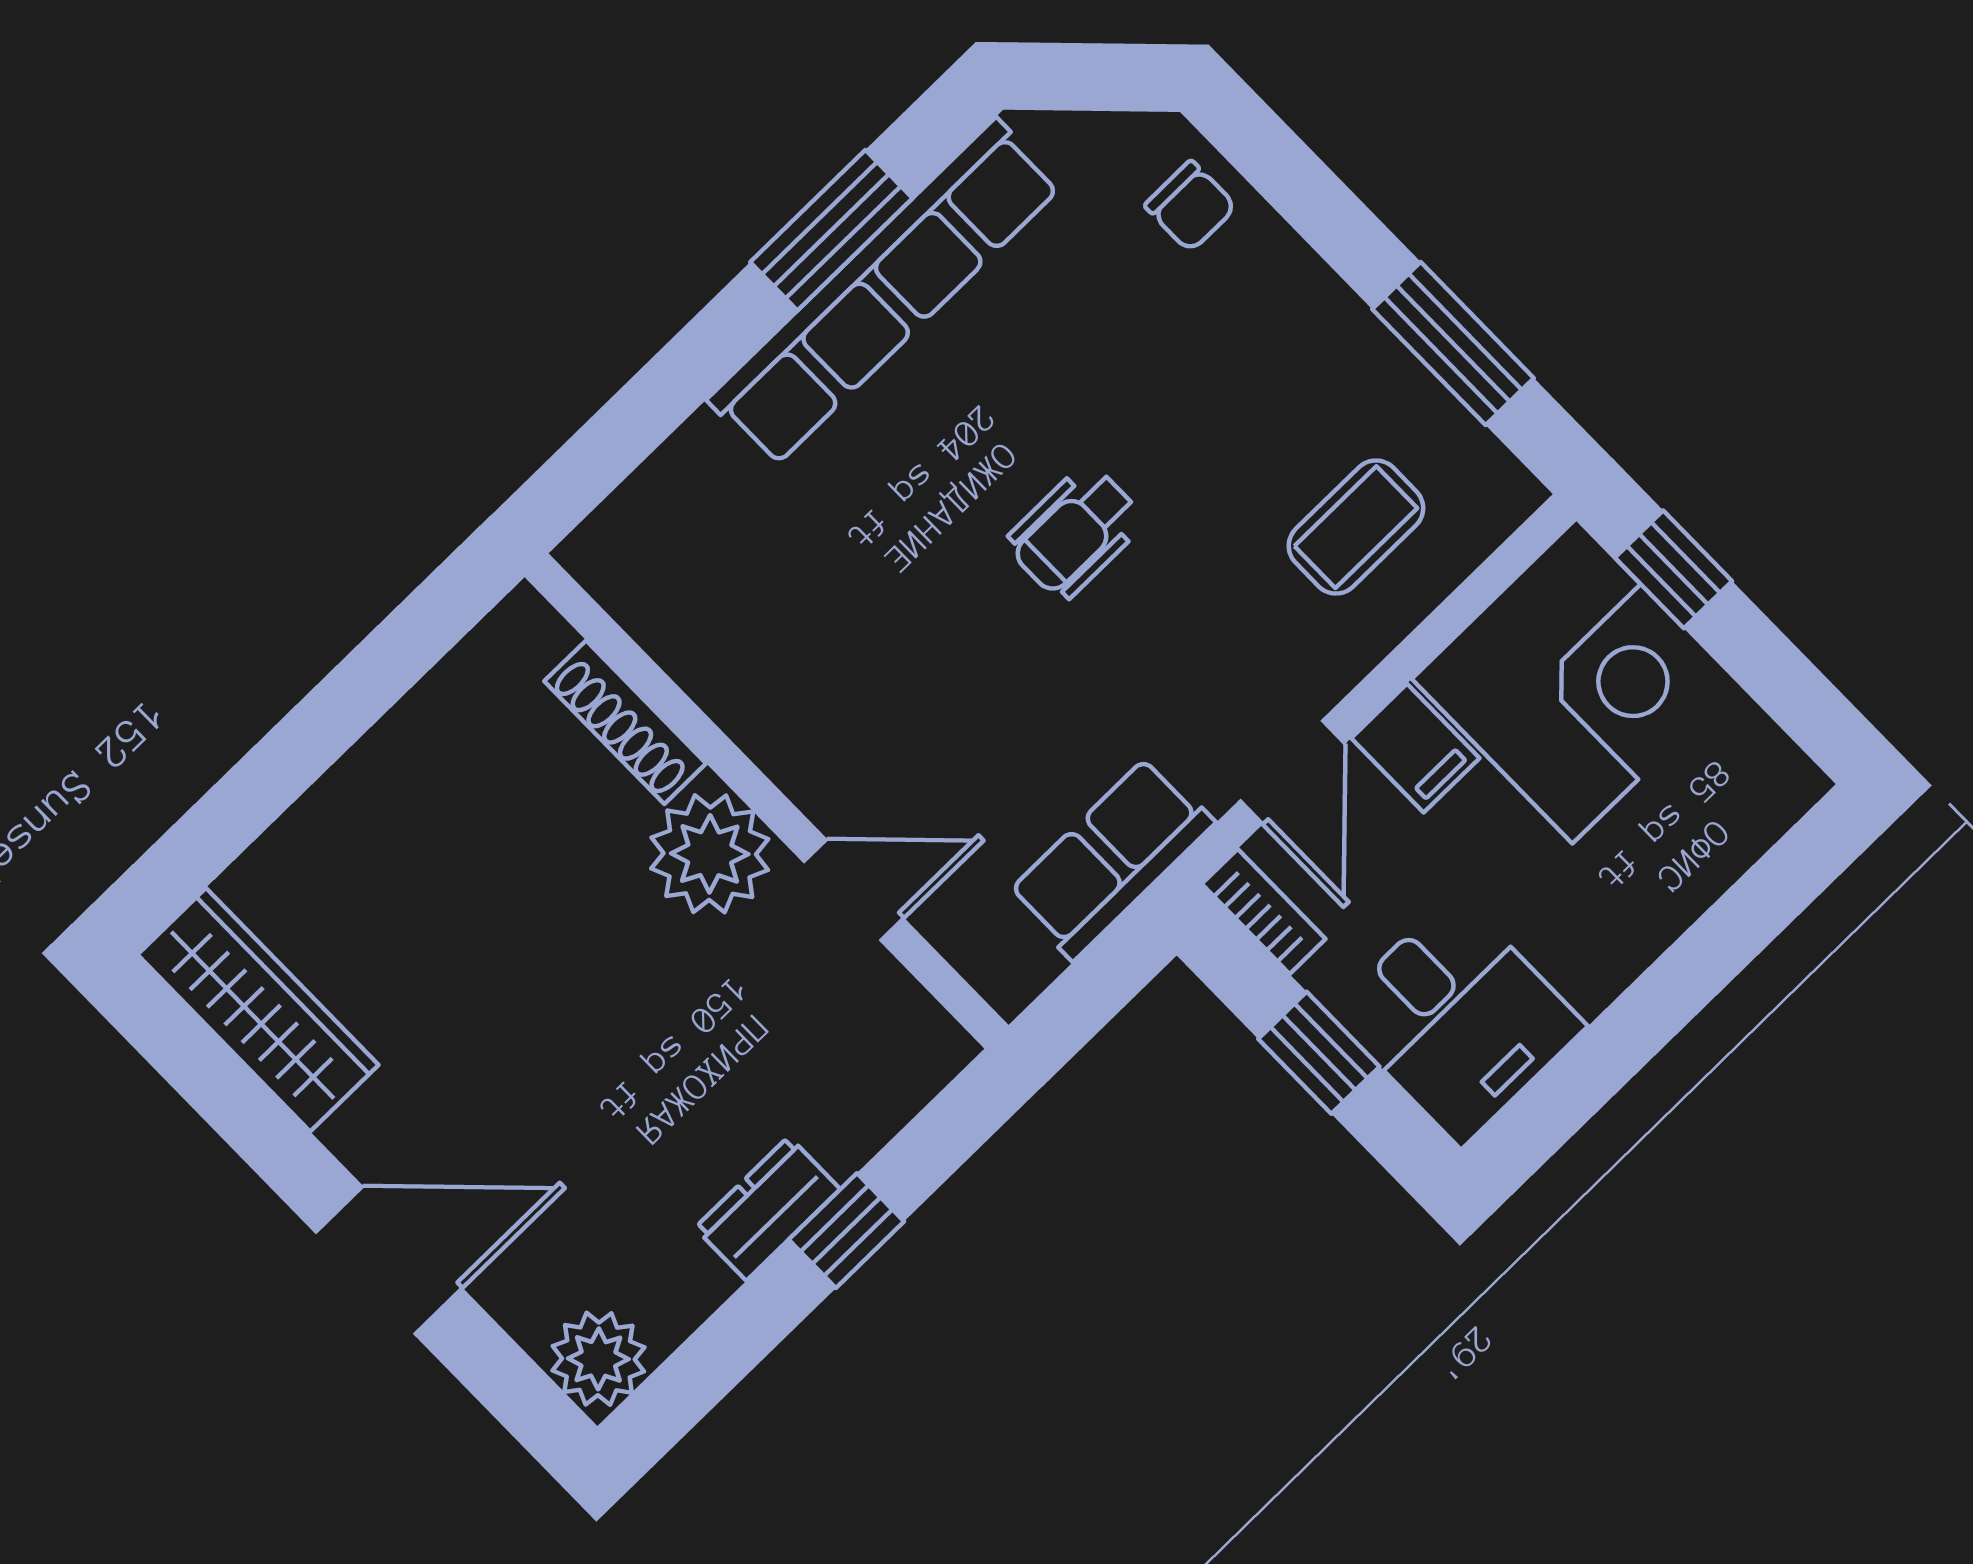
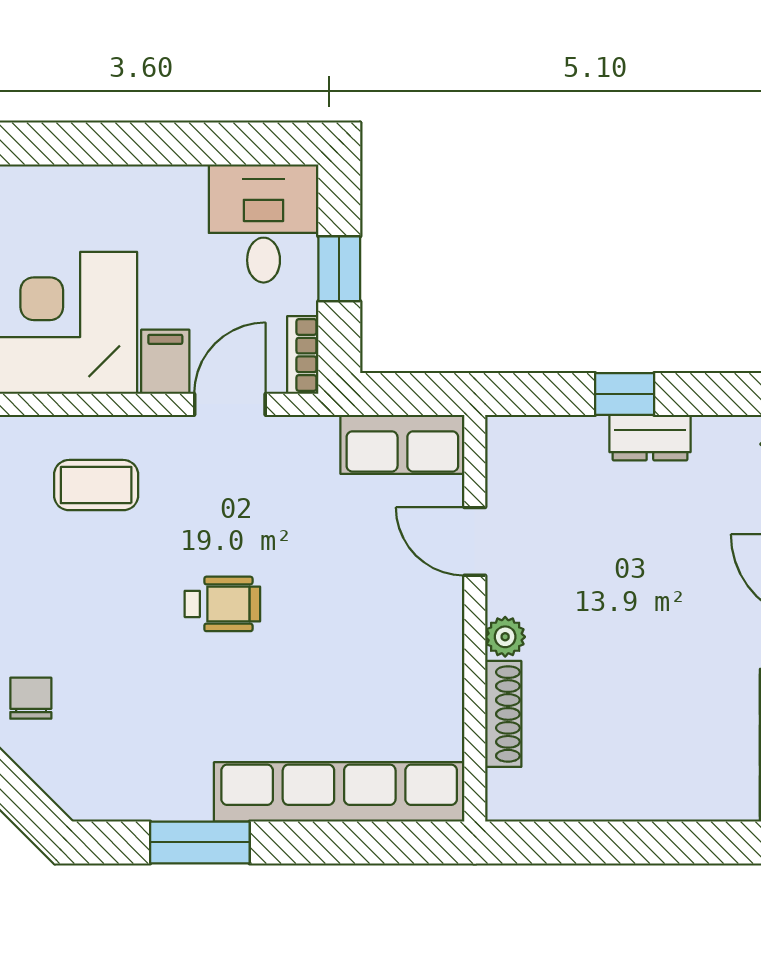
row of seats: (885, 293) -> (339, 792), moved
plant: (710, 854) -> (505, 637), width x0.53, depth x0.53
row of seats: (1111, 858) -> (402, 444), moved

